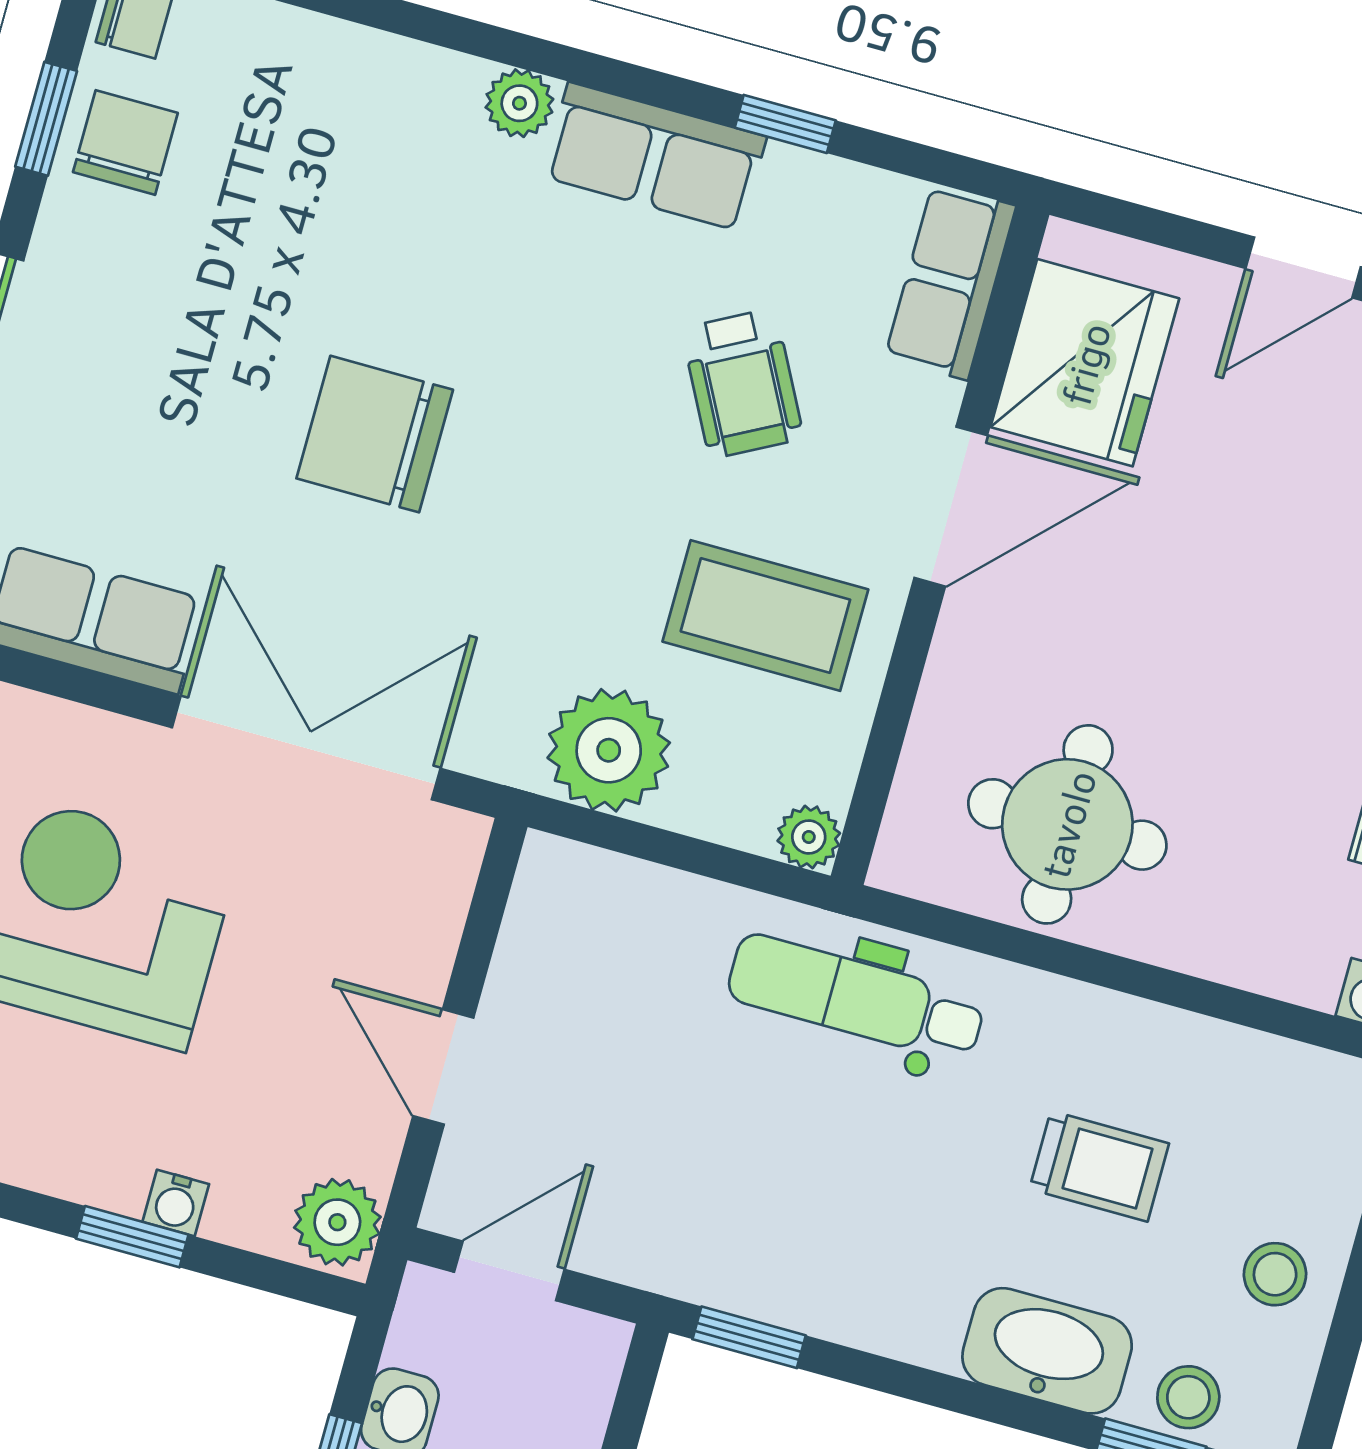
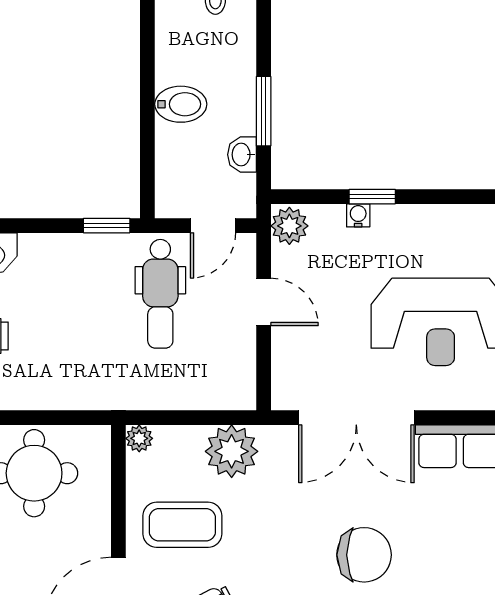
dental chair: (856, 998) -> (160, 294), moved, turned 90

